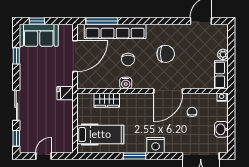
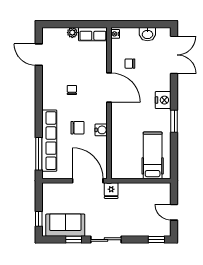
sofa: (39, 35) -> (65, 225), moved, turned -90
chair: (166, 54) -> (72, 90), width x0.54, depth x0.54
door: (75, 56) -> (88, 181), moved
wardrobe: (107, 100) -> (118, 149), removed
sliding door: (16, 105) -> (106, 240), moved

